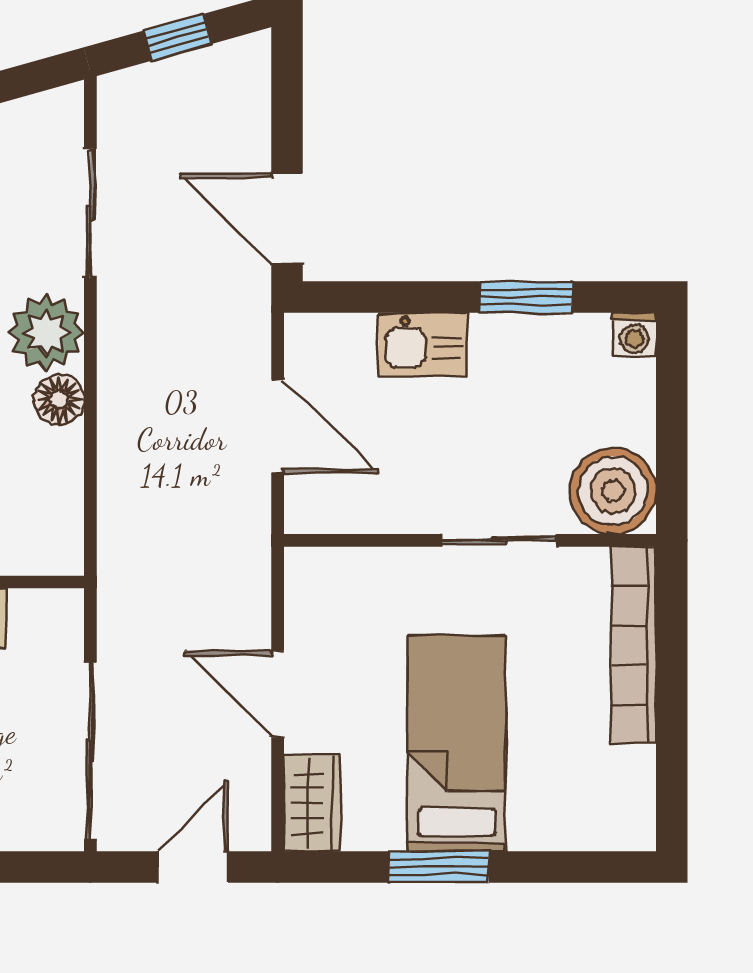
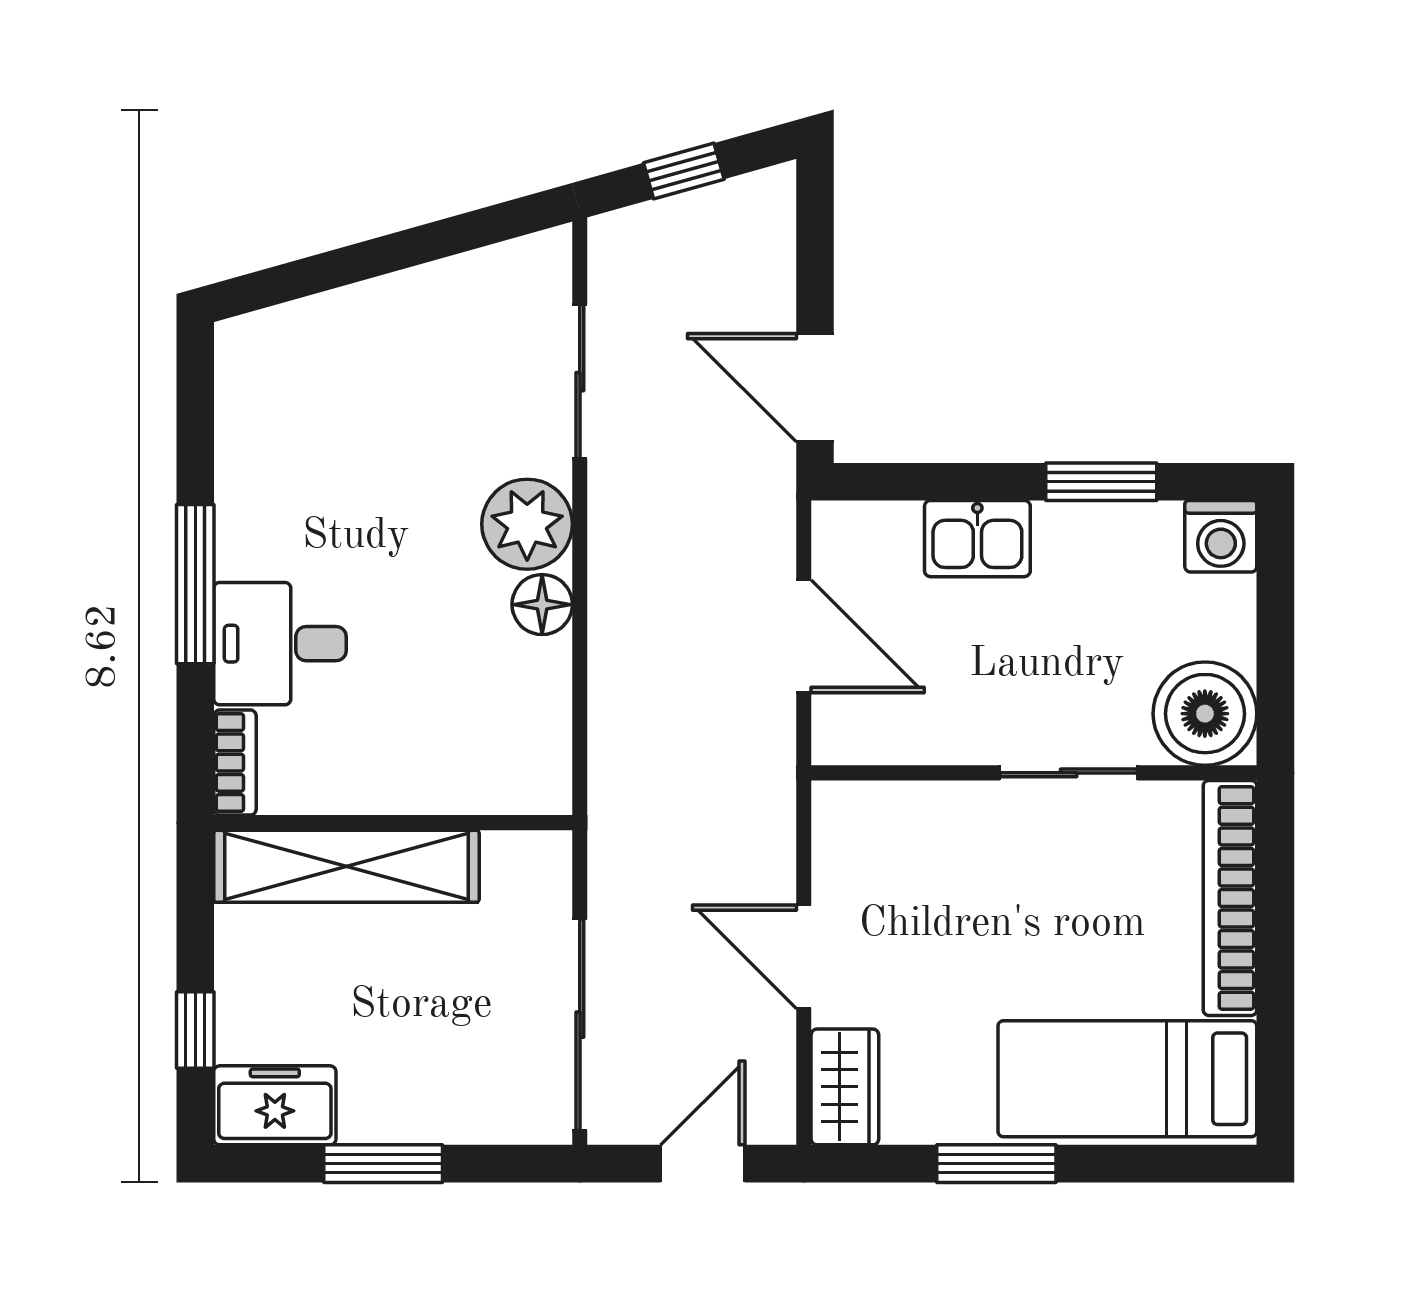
washing machine: (634, 334) -> (1221, 536), width x1.38, depth x1.38
bed: (457, 743) -> (1127, 1079), moved, turned -90

